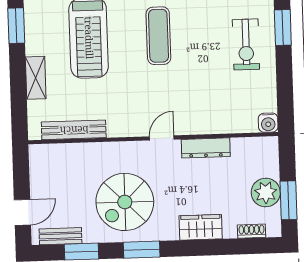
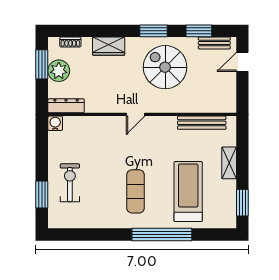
dresser: (206, 148) -> (66, 106), moved
spiral stairs: (125, 202) -> (165, 67), turned -90

